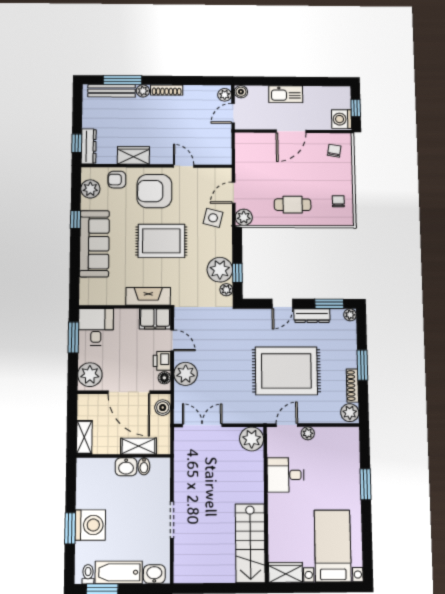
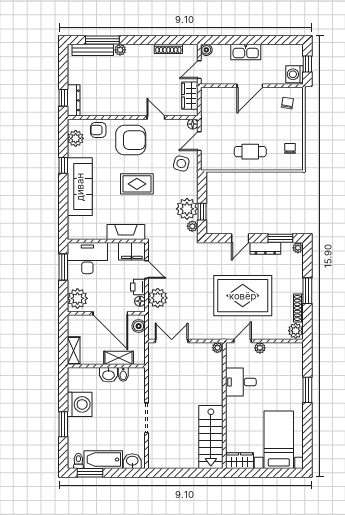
shoe rack: (167, 90) -> (168, 49), moved
plant: (225, 95) -> (192, 53), removed
wardrobe: (133, 155) -> (190, 96), moved, turned -90
floor lamp: (226, 173) -> (193, 124), added
armchair: (154, 191) -> (131, 140), turned 180
plant: (244, 217) -> (208, 163), removed
rug: (161, 241) -> (137, 184), width x0.73, depth x0.70
desk: (96, 327) -> (87, 258), width x1.37
plant: (252, 439) -> (217, 348), width x0.53, depth x0.53
washing machine: (90, 525) -> (80, 404), moved

